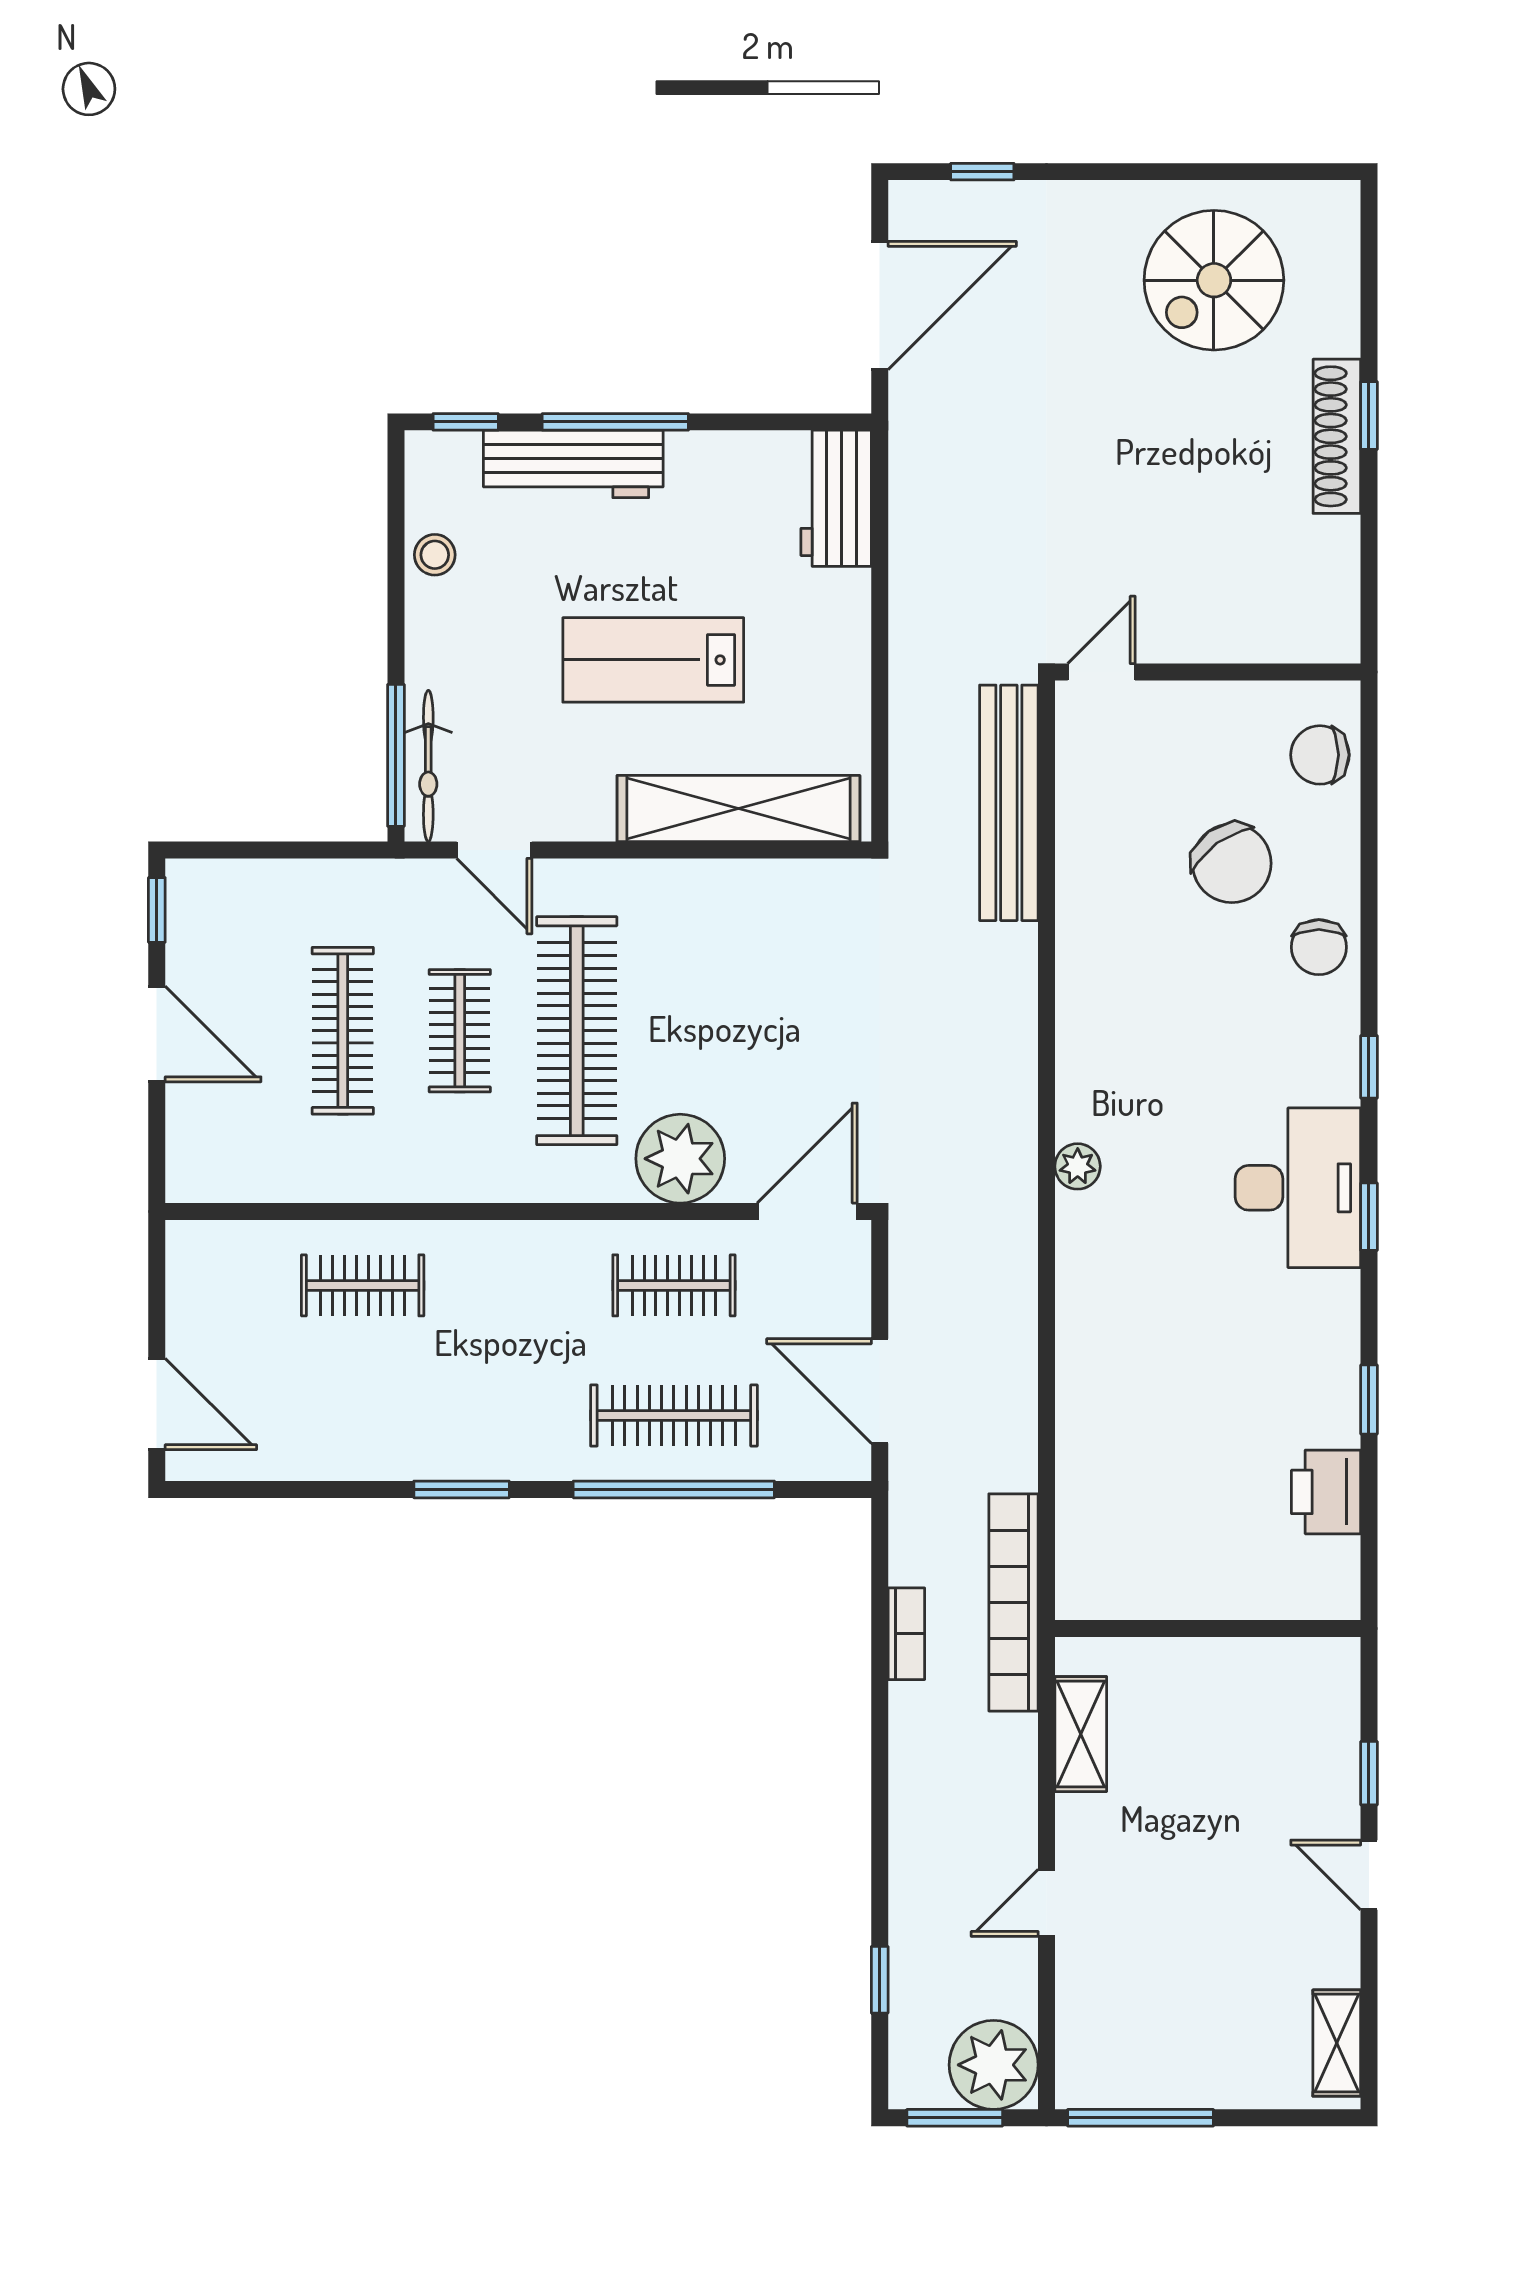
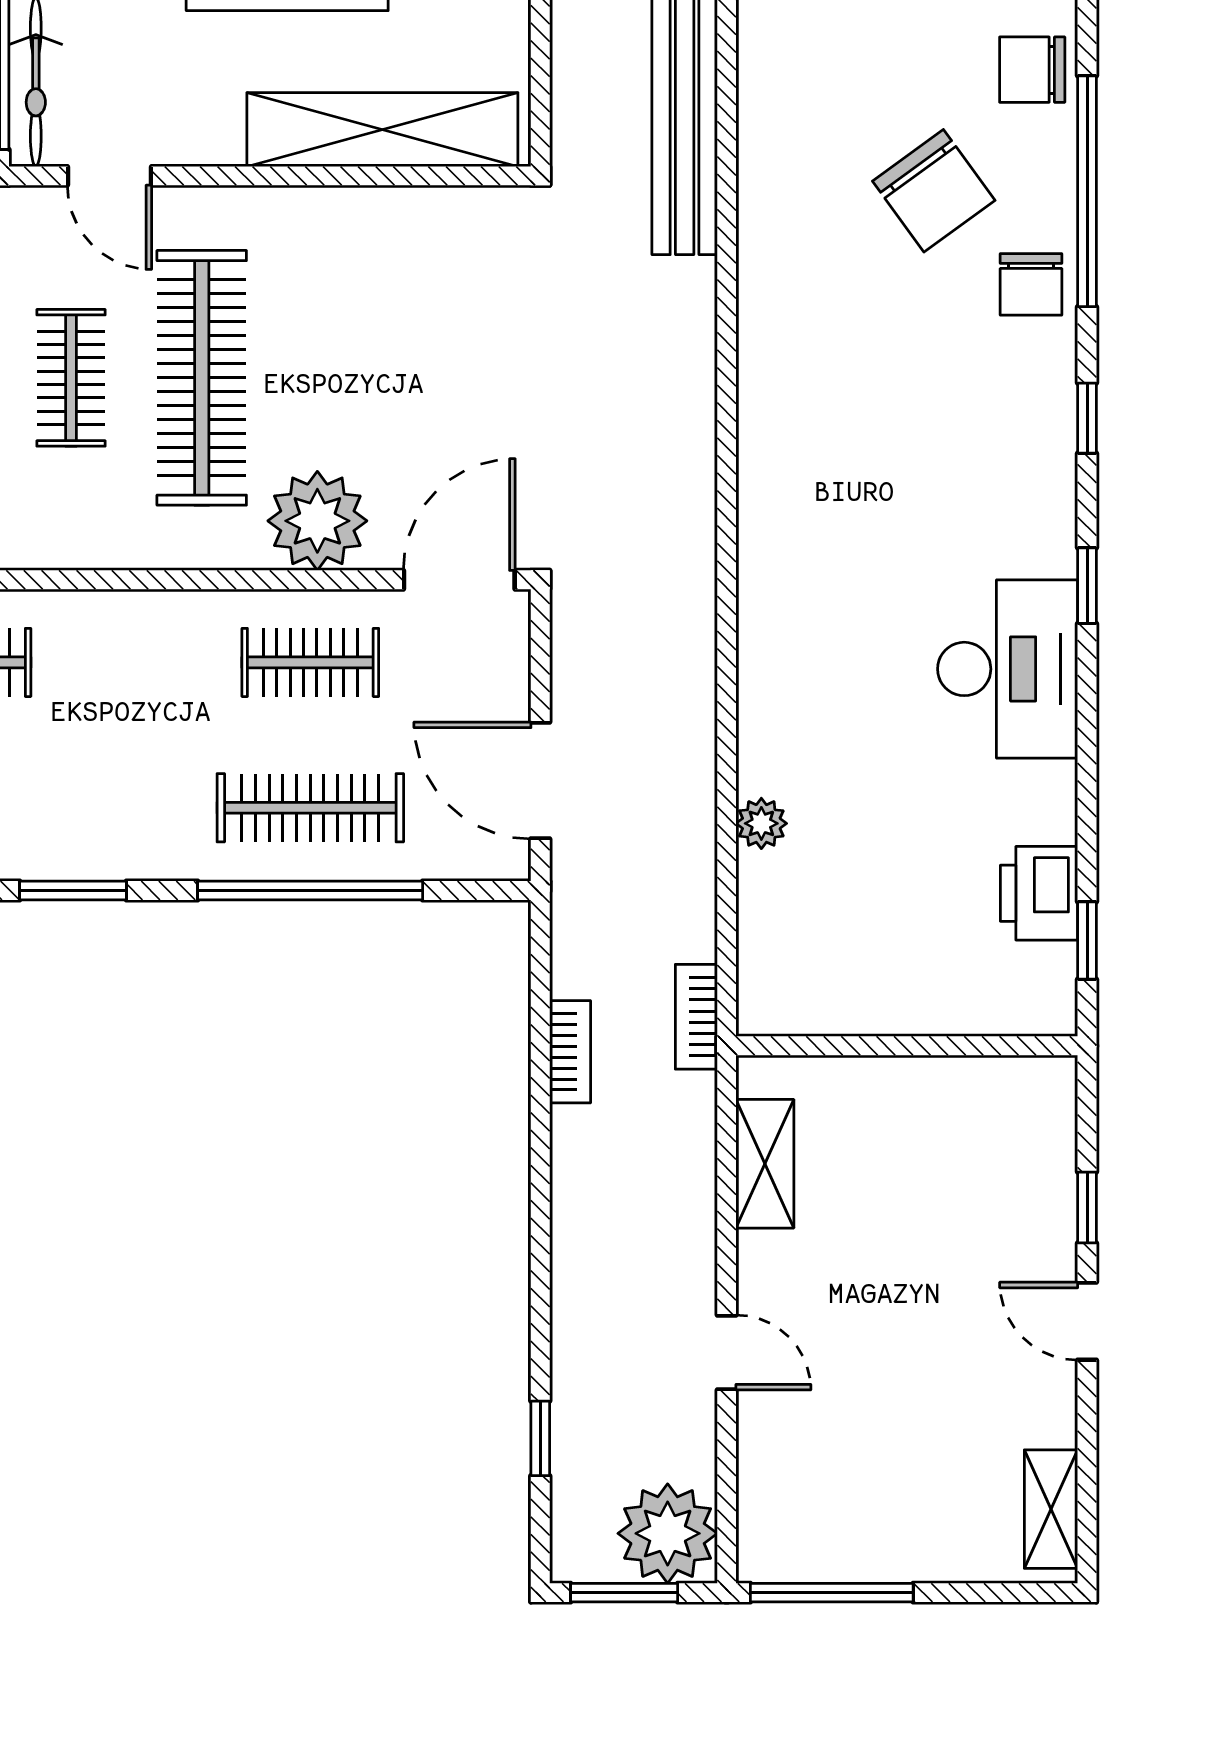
window: (1369, 864) -> (1087, 191), added
plant: (1078, 1166) -> (761, 823), moved
desk: (1298, 1188) -> (1008, 669), moved
window: (1369, 1399) -> (1087, 940), moved
bookcase: (1014, 1602) -> (696, 1017), width x0.43, depth x0.76
door: (1046, 1903) -> (727, 1352), swing flipped

